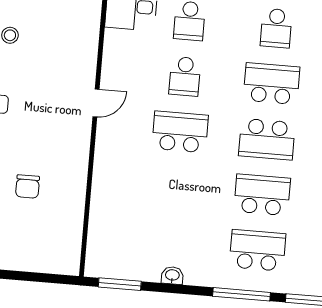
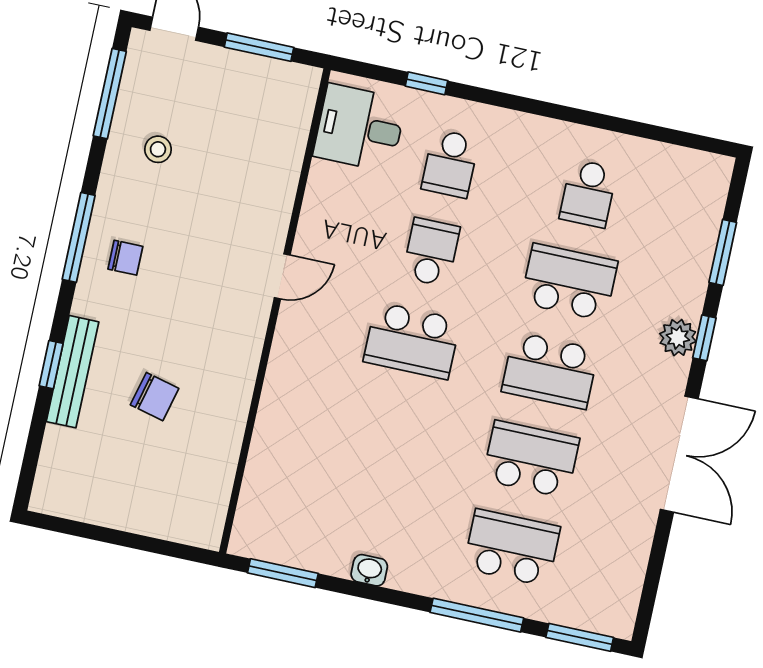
school desk: (185, 76) -> (431, 252), turned 180
school desk: (180, 132) -> (412, 341), turned 180
chair: (27, 186) -> (155, 397), turned -76

